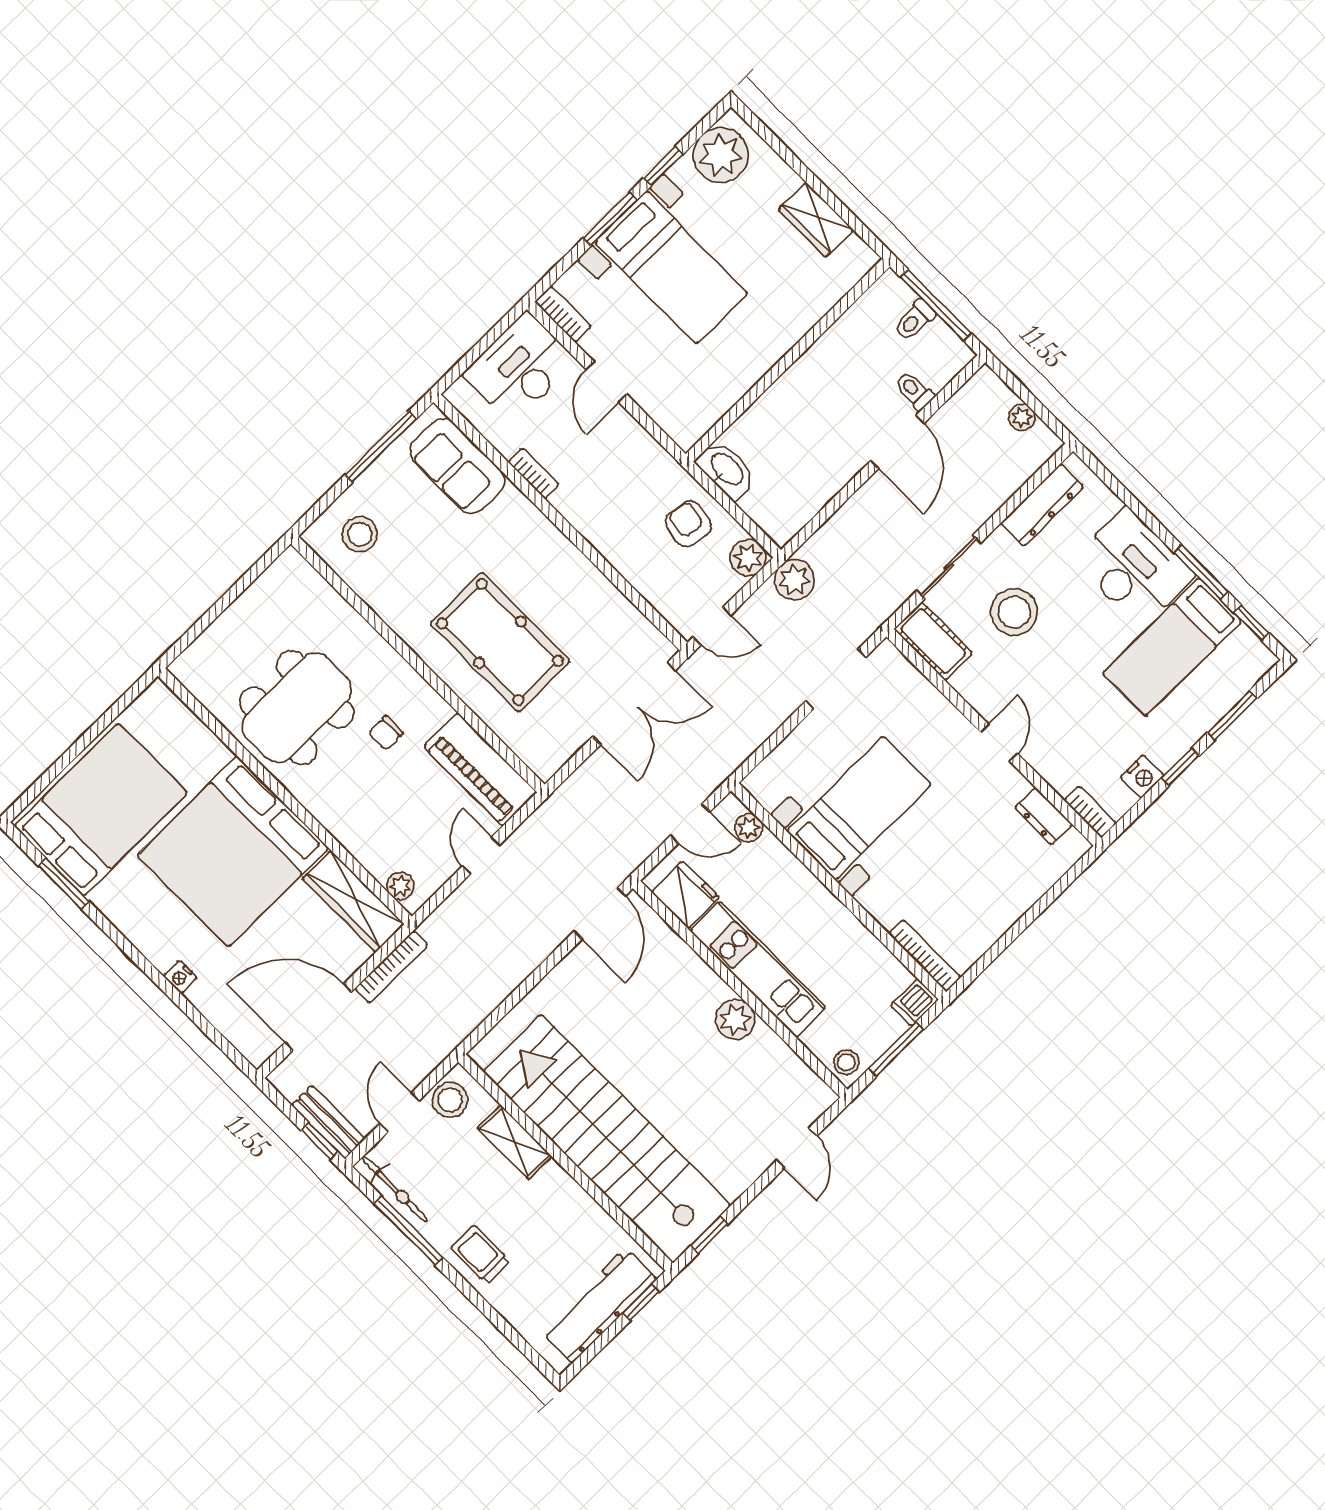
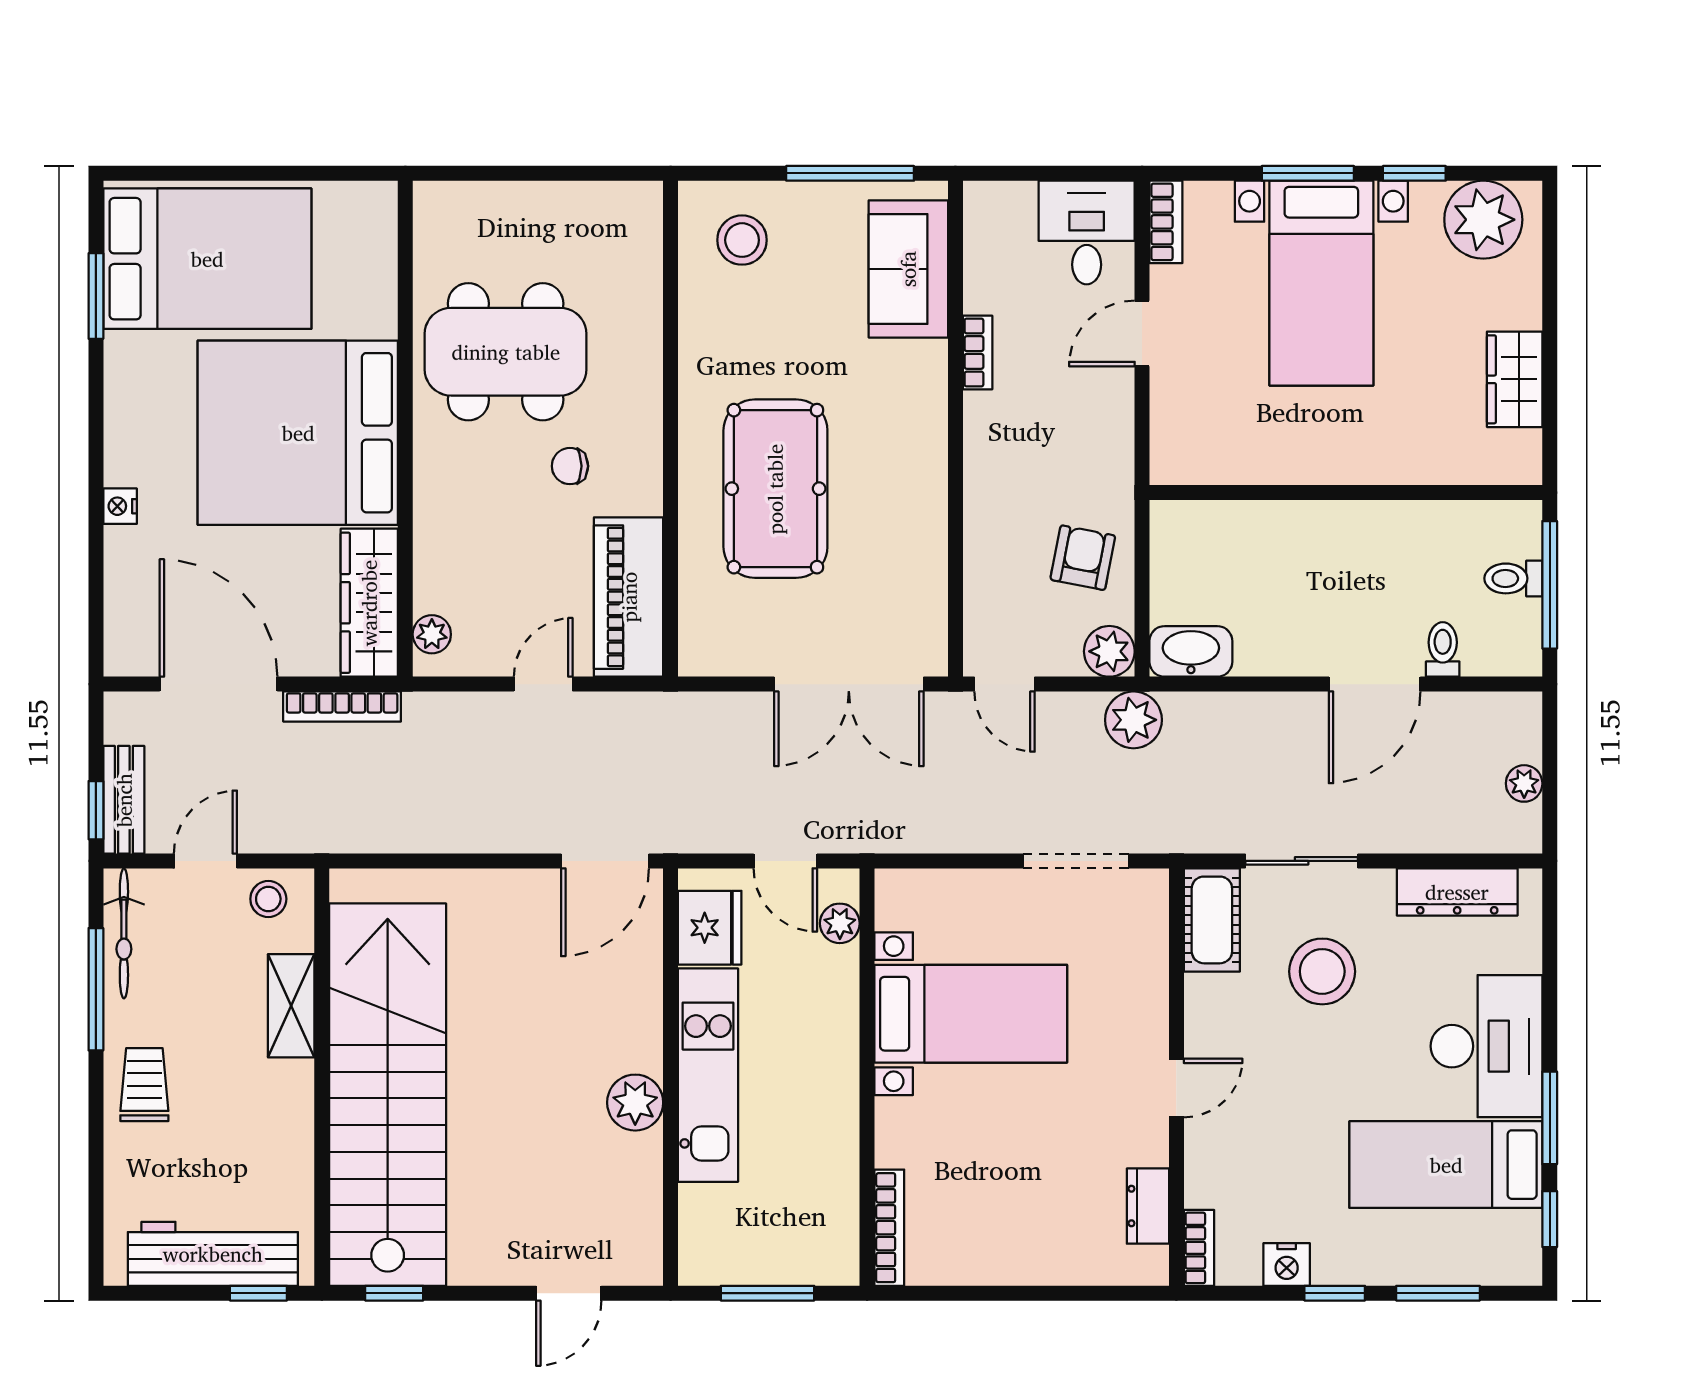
desk: (520, 368) -> (1087, 232), width x0.73
washbasin: (726, 470) -> (1191, 651), moved, turned -90
dishwasher: (914, 1003) -> (832, 1264), removed
stool: (846, 1062) -> (704, 1256), removed
stool: (450, 1100) -> (268, 899), width x0.73, depth x0.73

